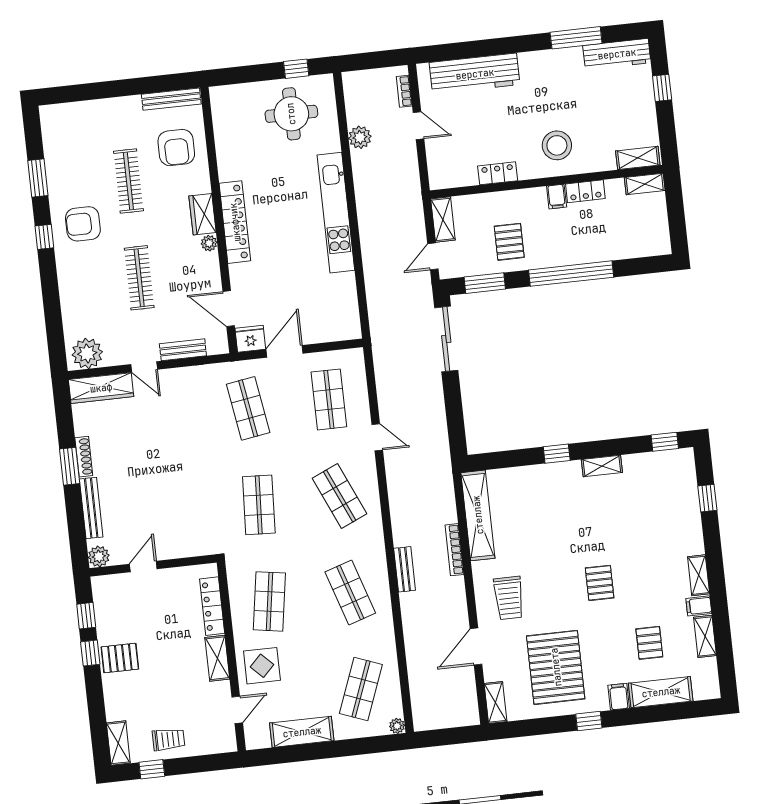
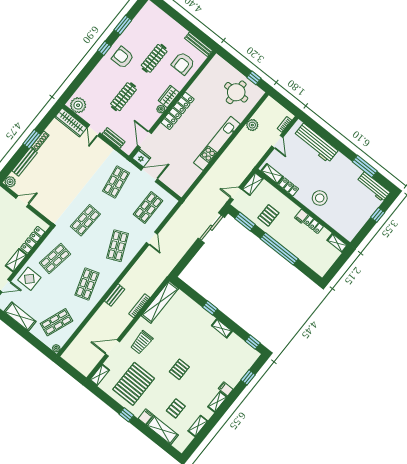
shelving: (638, 158) -> (272, 174), moved
filing cabinet: (699, 606) -> (226, 389), moved

